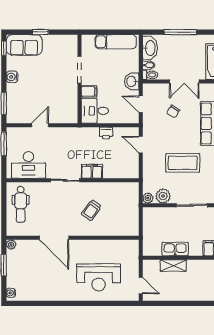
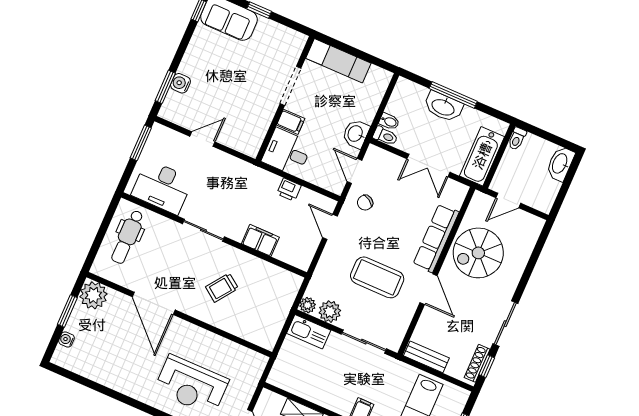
exam couch: (116, 42) -> (338, 61), moved
washbasin: (150, 48) -> (443, 107), moved, turned 90
water cooler: (12, 77) -> (180, 83), moved
chair: (173, 111) -> (365, 203), moved
filing cabinet: (92, 171) -> (260, 240), moved
plant: (11, 245) -> (93, 295), width x1.88, depth x1.88
kitchen sink: (175, 249) -> (309, 332), moved, turned 180
water cooler: (11, 293) -> (66, 339), moved

